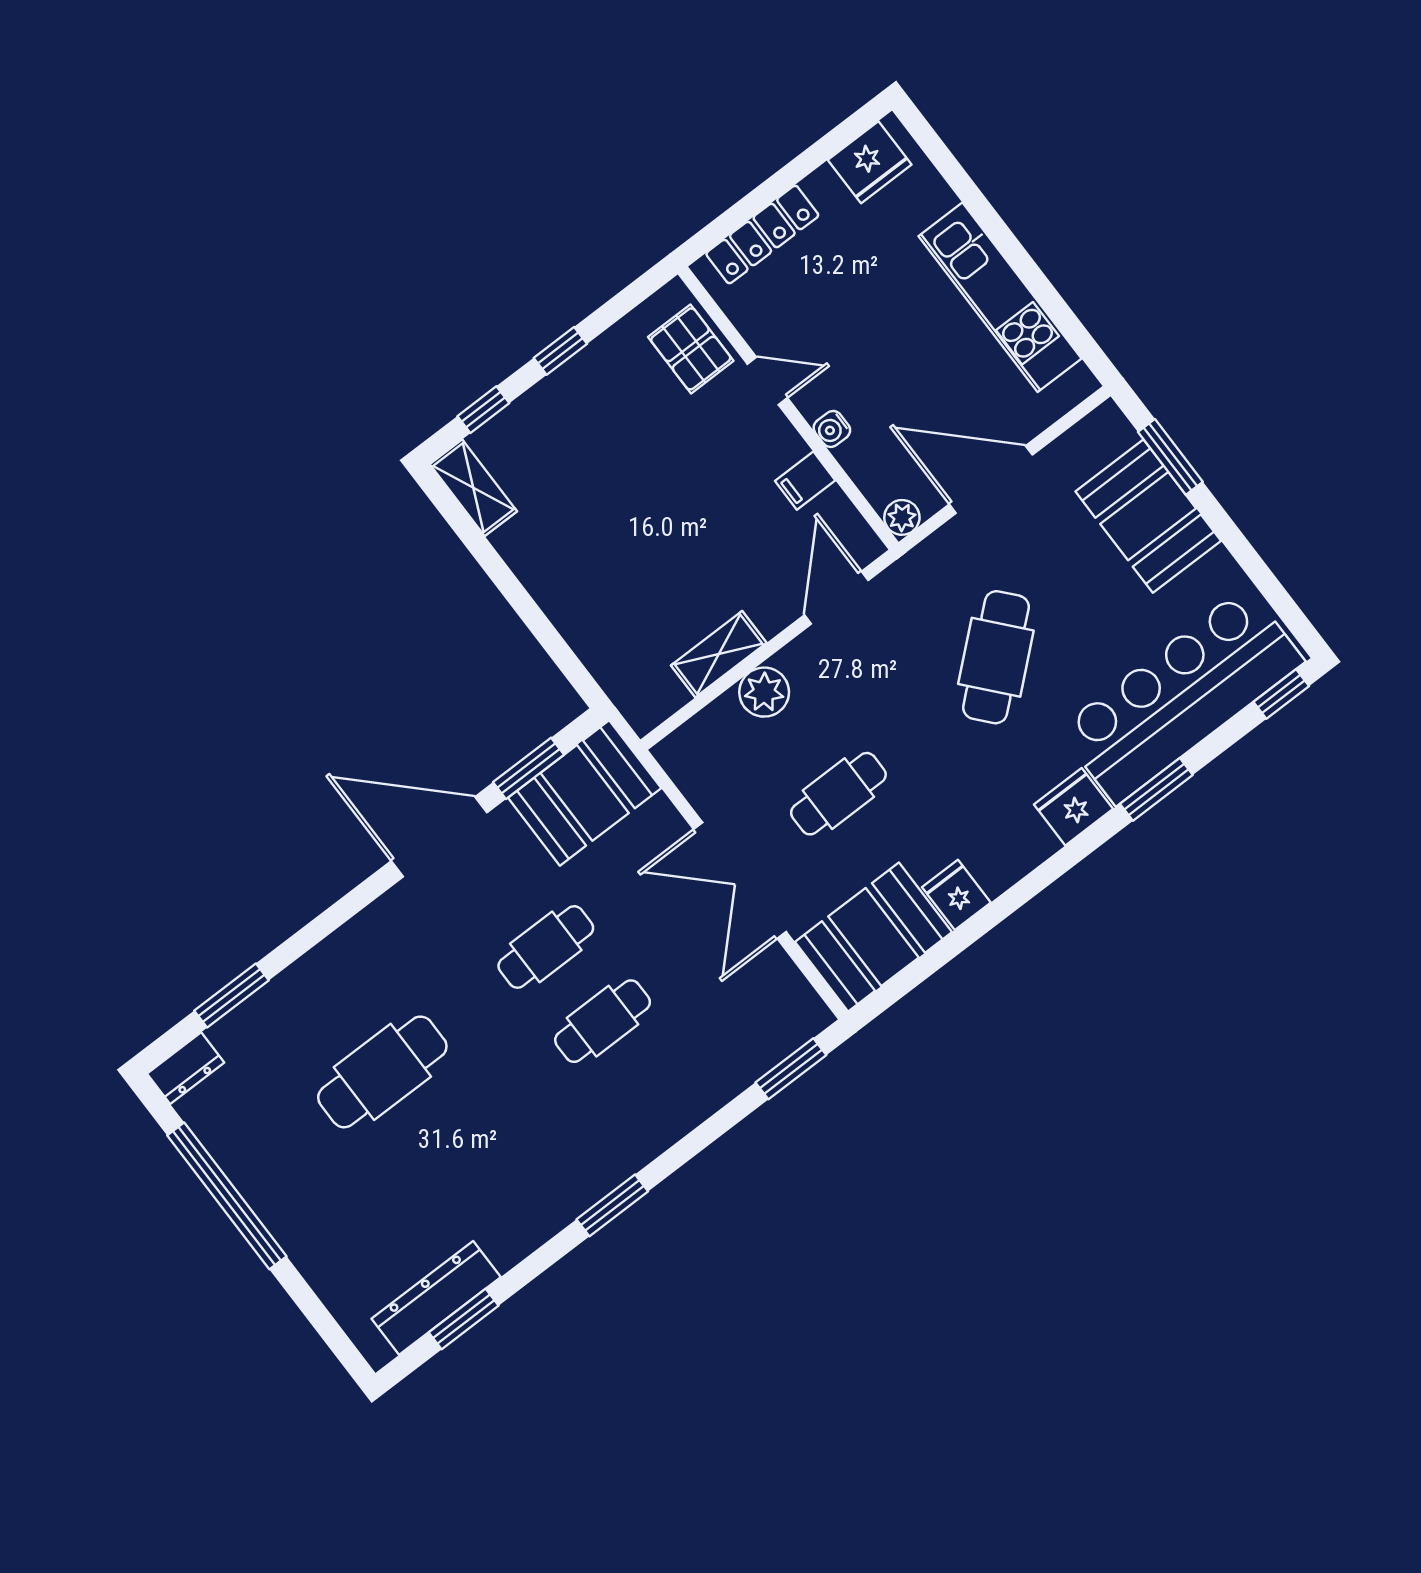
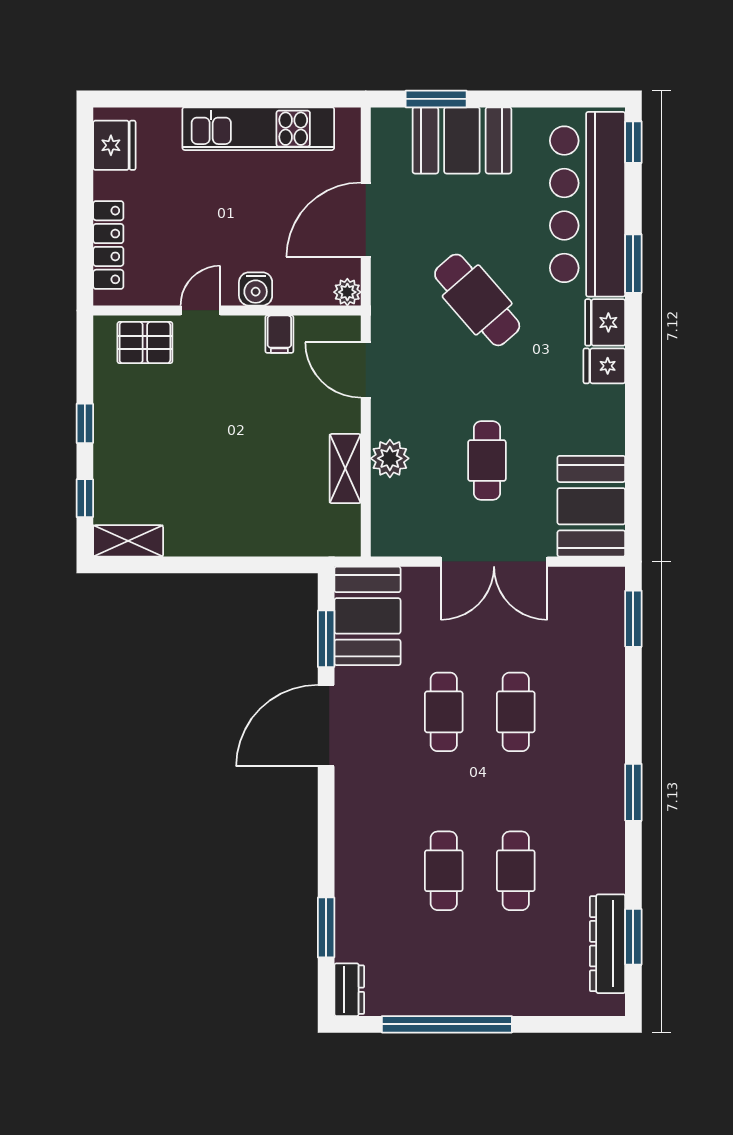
water cooler: (832, 429) -> (256, 289), width x1.38, depth x1.38
fridge: (956, 895) -> (604, 366), moved
cafe table: (382, 1072) -> (444, 871), width x0.73, depth x0.74
cafe table: (439, 1146) -> (516, 871), added

